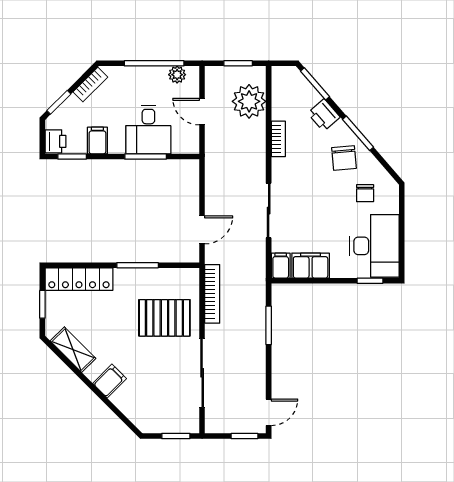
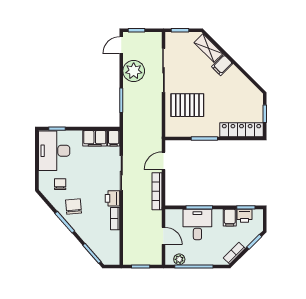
plant: (249, 101) -> (134, 71), moved
printer: (324, 115) -> (112, 198), moved, turned -139
printer: (55, 141) -> (245, 216), moved, turned -90
bookcase: (212, 294) -> (157, 191), moved
shelving: (73, 350) -> (208, 48), moved

